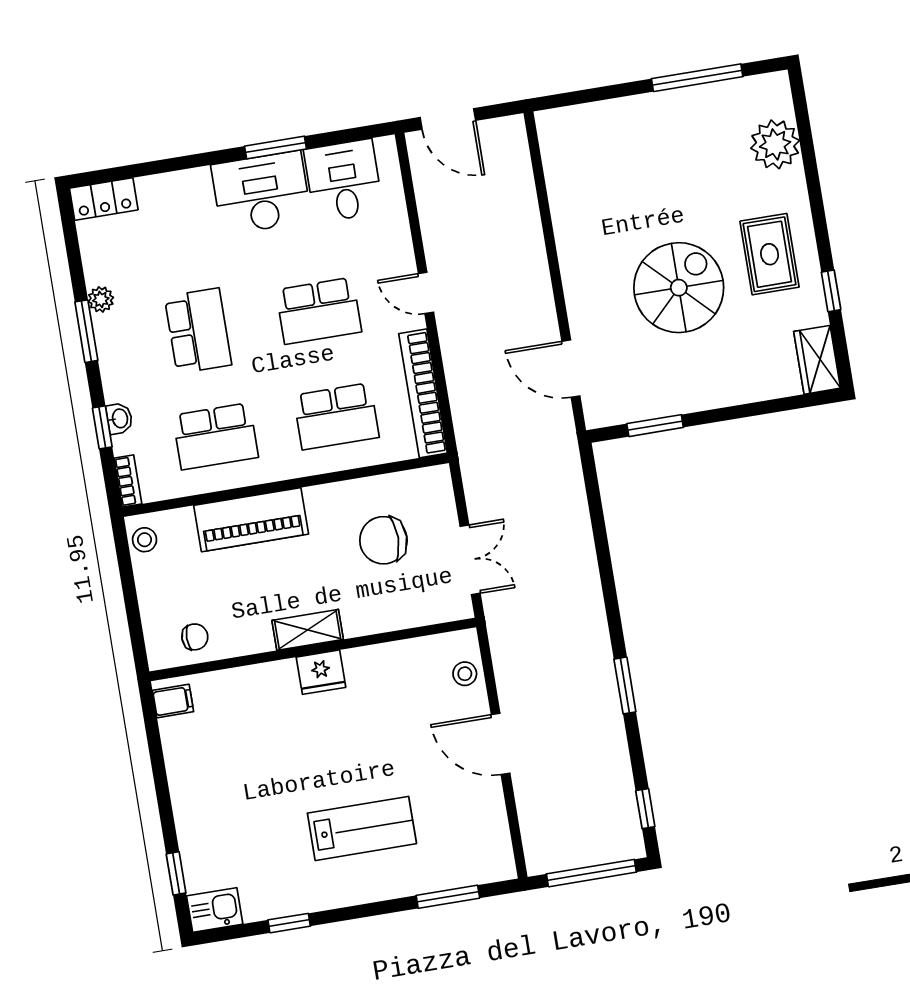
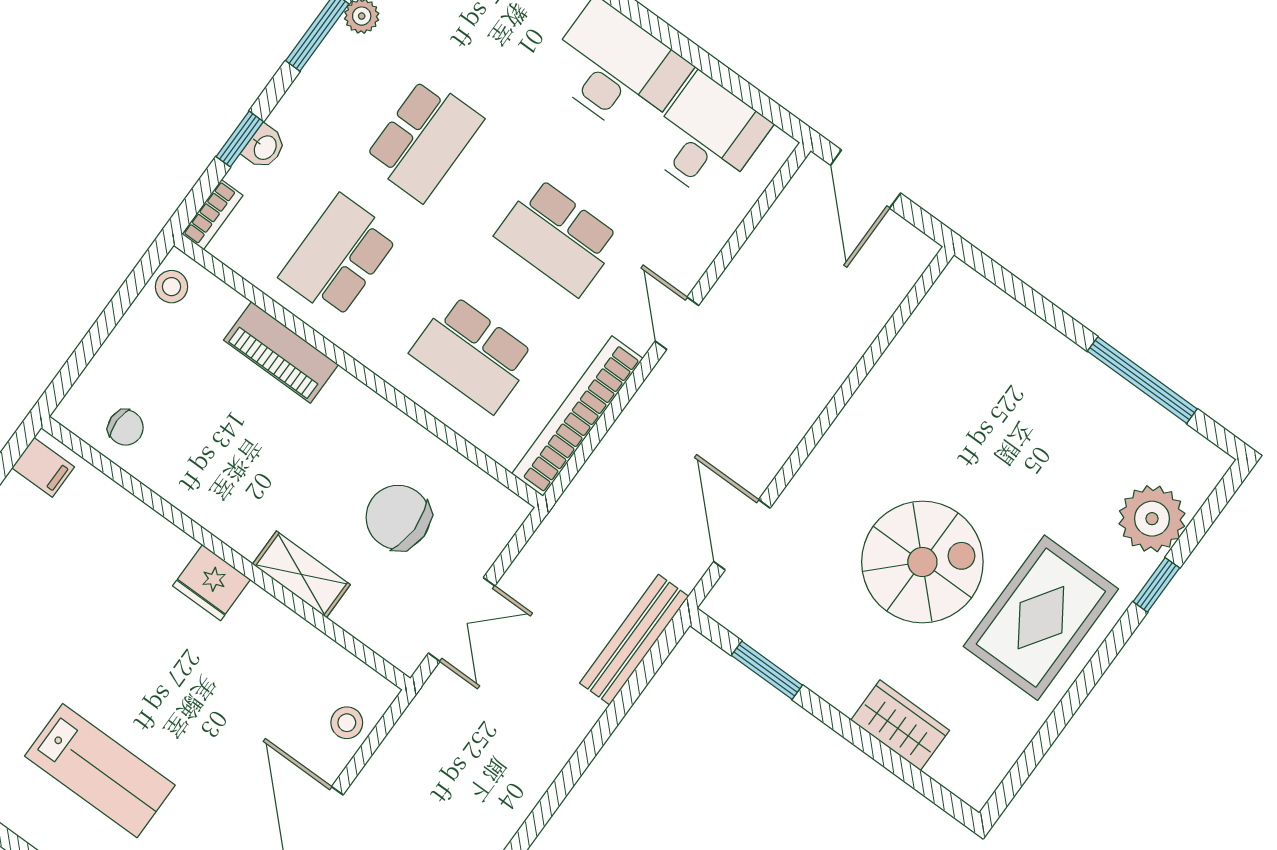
window: (276, 147) -> (674, 40), removed
rug: (770, 254) -> (1041, 618), width x1.36, depth x1.43
window: (831, 291) -> (1156, 585), moved
wardrobe: (817, 360) -> (900, 725), moved, turned 90
school desk: (215, 436) -> (339, 257), turned 90
bench: (570, 480) -> (634, 640), added
piano: (251, 520) -> (281, 352), width x0.73, depth x0.75
shelving: (308, 630) -> (301, 574), moved

